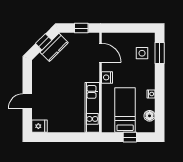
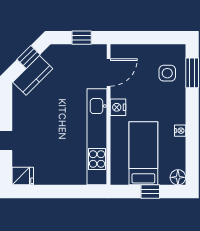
kitchen counter: (54, 47) -> (33, 75), moved
door: (100, 53) -> (109, 72), hinge flipped
kitchen unit: (92, 107) -> (97, 137), width x1.36
floor lamp: (150, 116) -> (178, 177), moved

